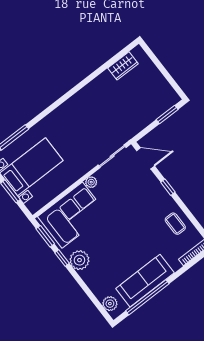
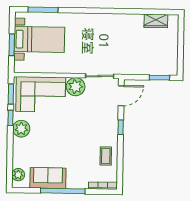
door: (146, 158) -> (121, 96), hinge flipped
plant: (91, 182) -> (76, 87), width x1.88, depth x1.88
sofa: (145, 281) -> (48, 178), width x0.73
window: (147, 297) -> (63, 191), moved

